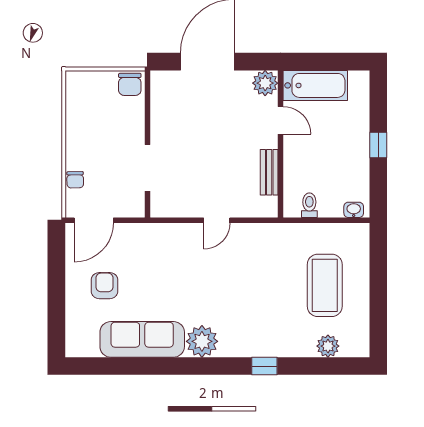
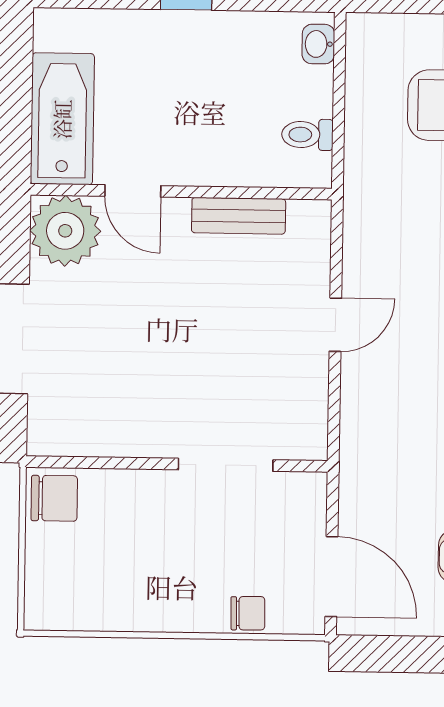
plant: (265, 83) -> (65, 231), width x1.36, depth x1.36
door: (281, 120) -> (133, 191), swing flipped
door: (217, 220) -> (335, 325), hinge flipped

